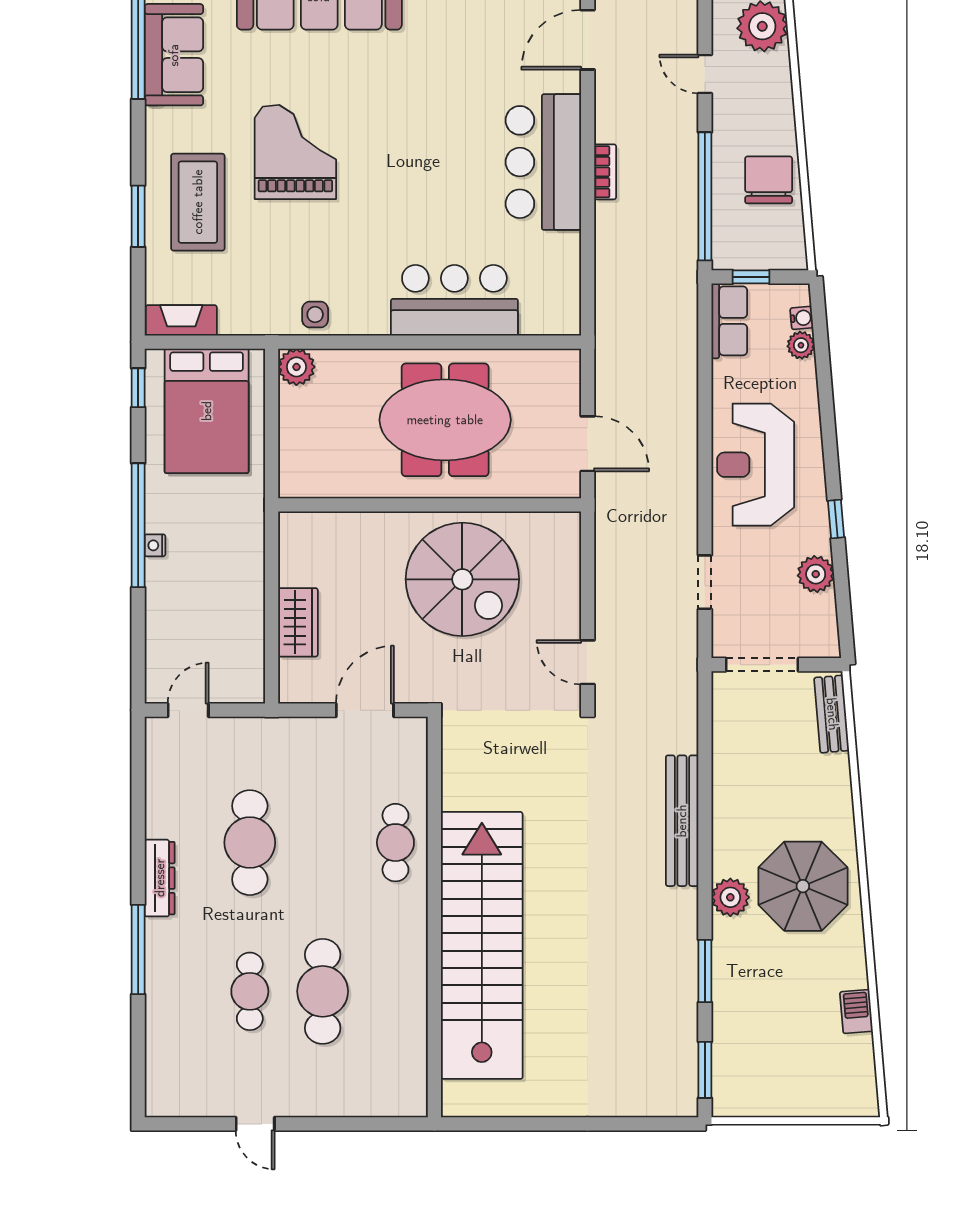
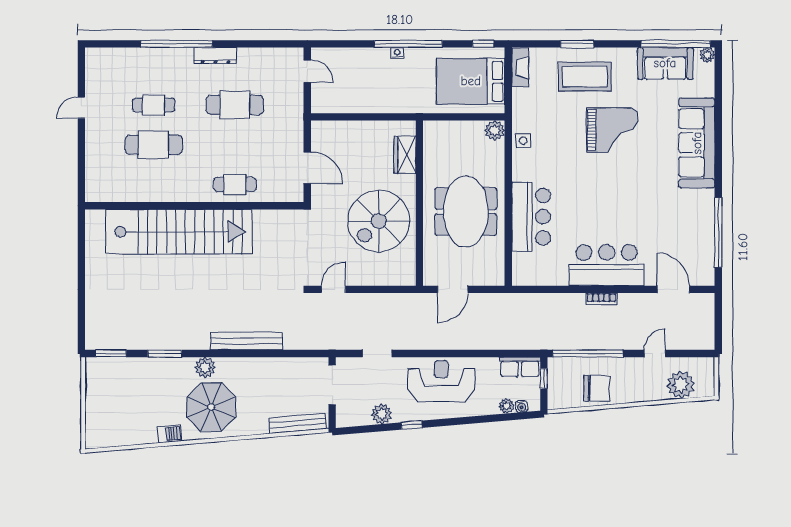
wardrobe: (298, 622) -> (405, 155), moved, turned 90
bench: (832, 714) -> (298, 423), width x1.36
window: (138, 949) -> (177, 44), width x1.46
barbecue: (856, 1012) -> (170, 434), moved

